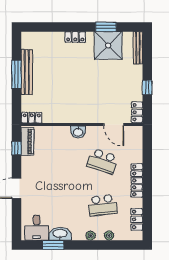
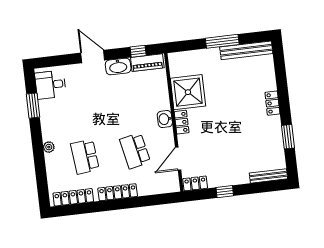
shower: (108, 45) -> (188, 92), moved
bench: (27, 72) -> (246, 50), moved
locker: (32, 118) -> (182, 122), moved
school desk: (103, 161) -> (135, 151), turned -30
locker: (137, 219) -> (73, 197), width x1.53
washbasin: (60, 234) -> (118, 67), moved, turned 90
plant: (109, 236) -> (51, 168), removed

